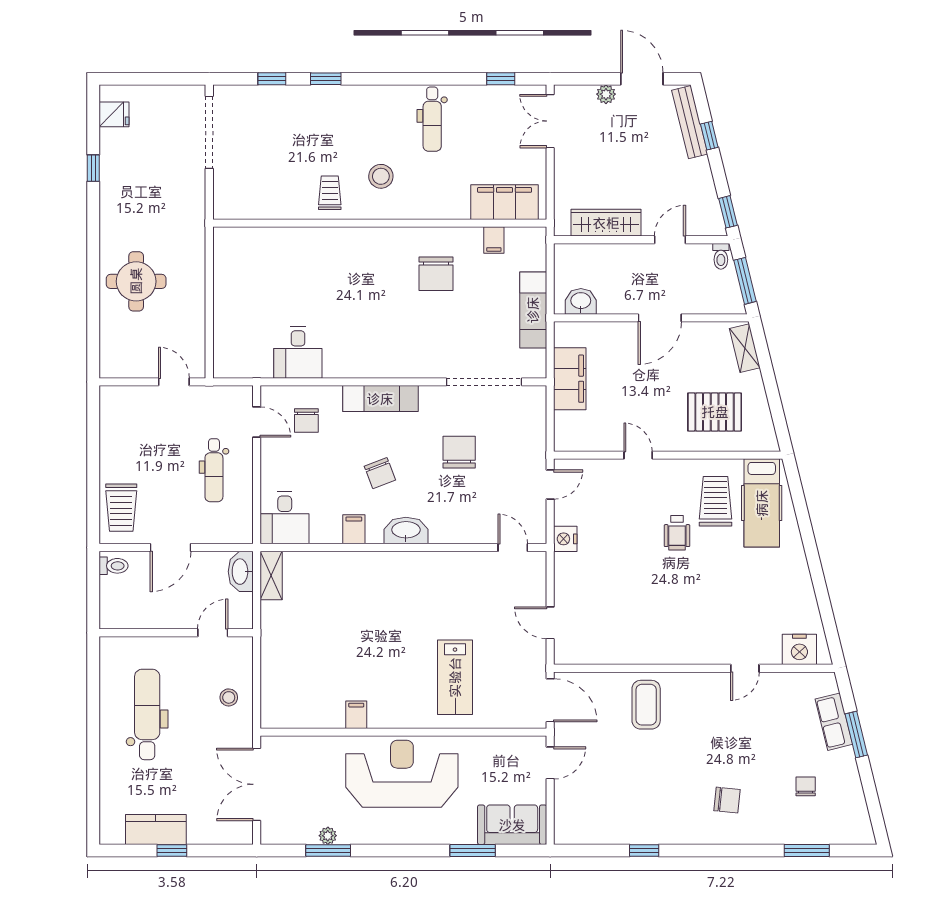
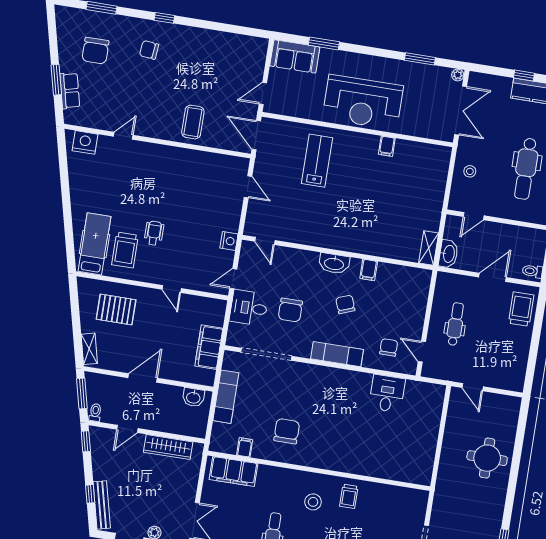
desk: (285, 518) -> (249, 308), moved, turned -90
chair: (806, 786) -> (95, 51), width x1.87, depth x1.87
plant: (328, 836) -> (458, 75), moved
window: (644, 851) -> (164, 18), moved

